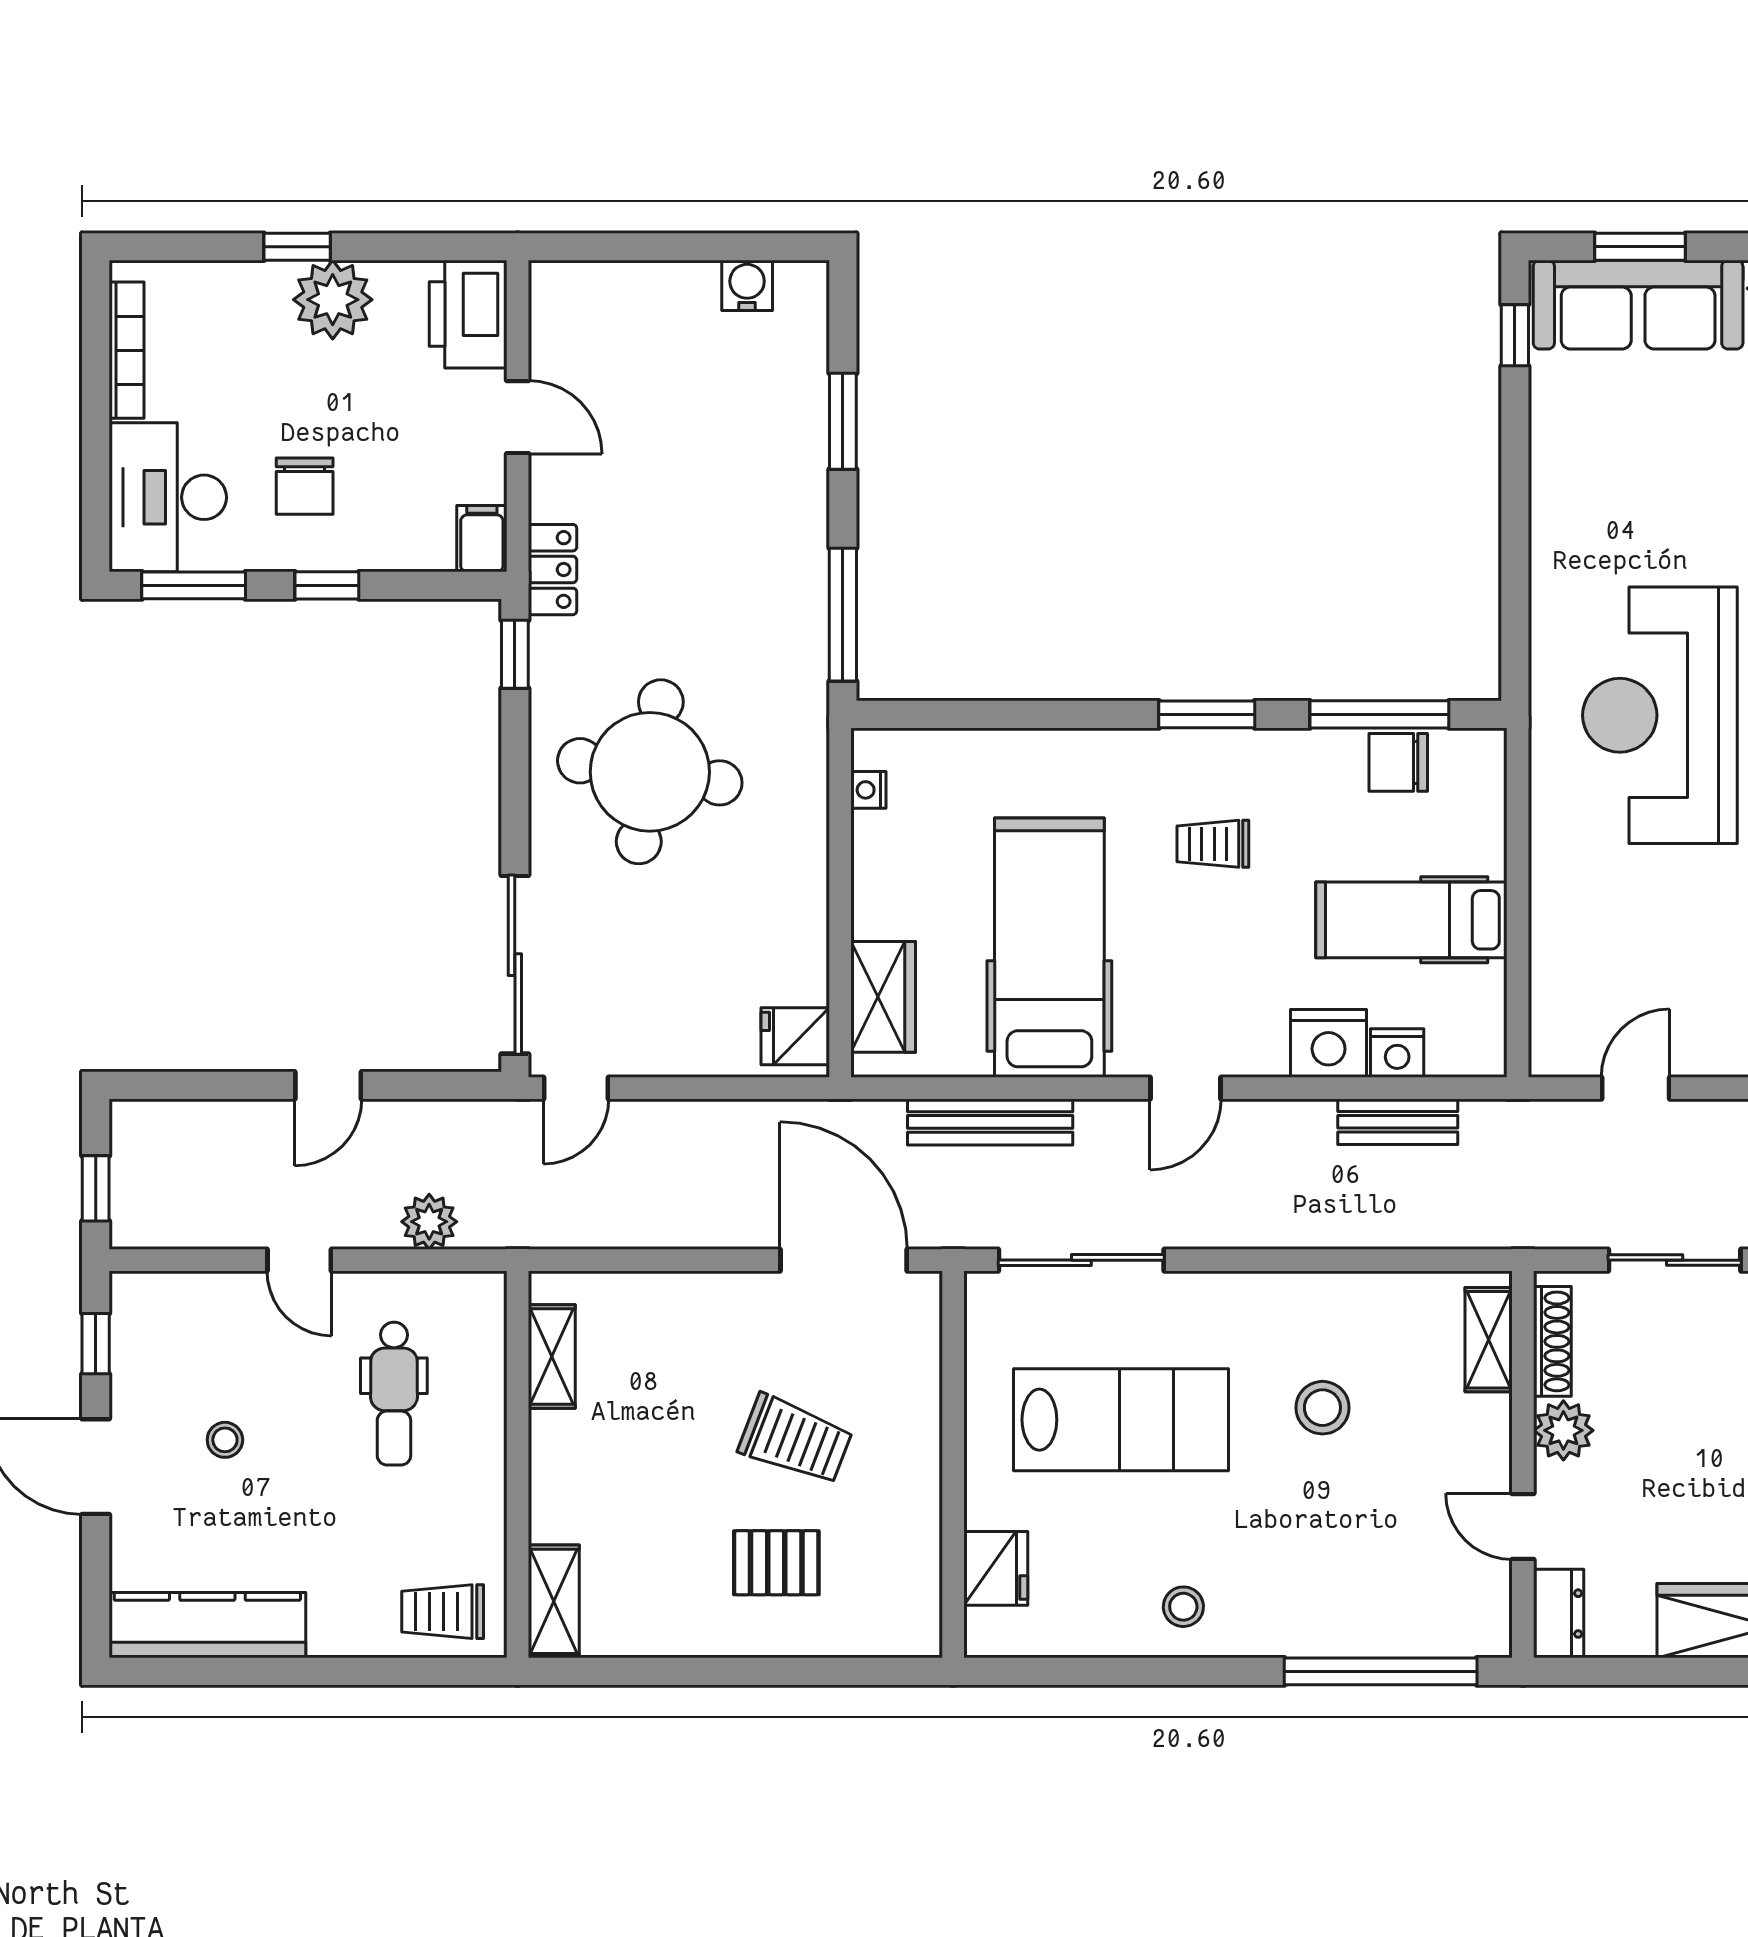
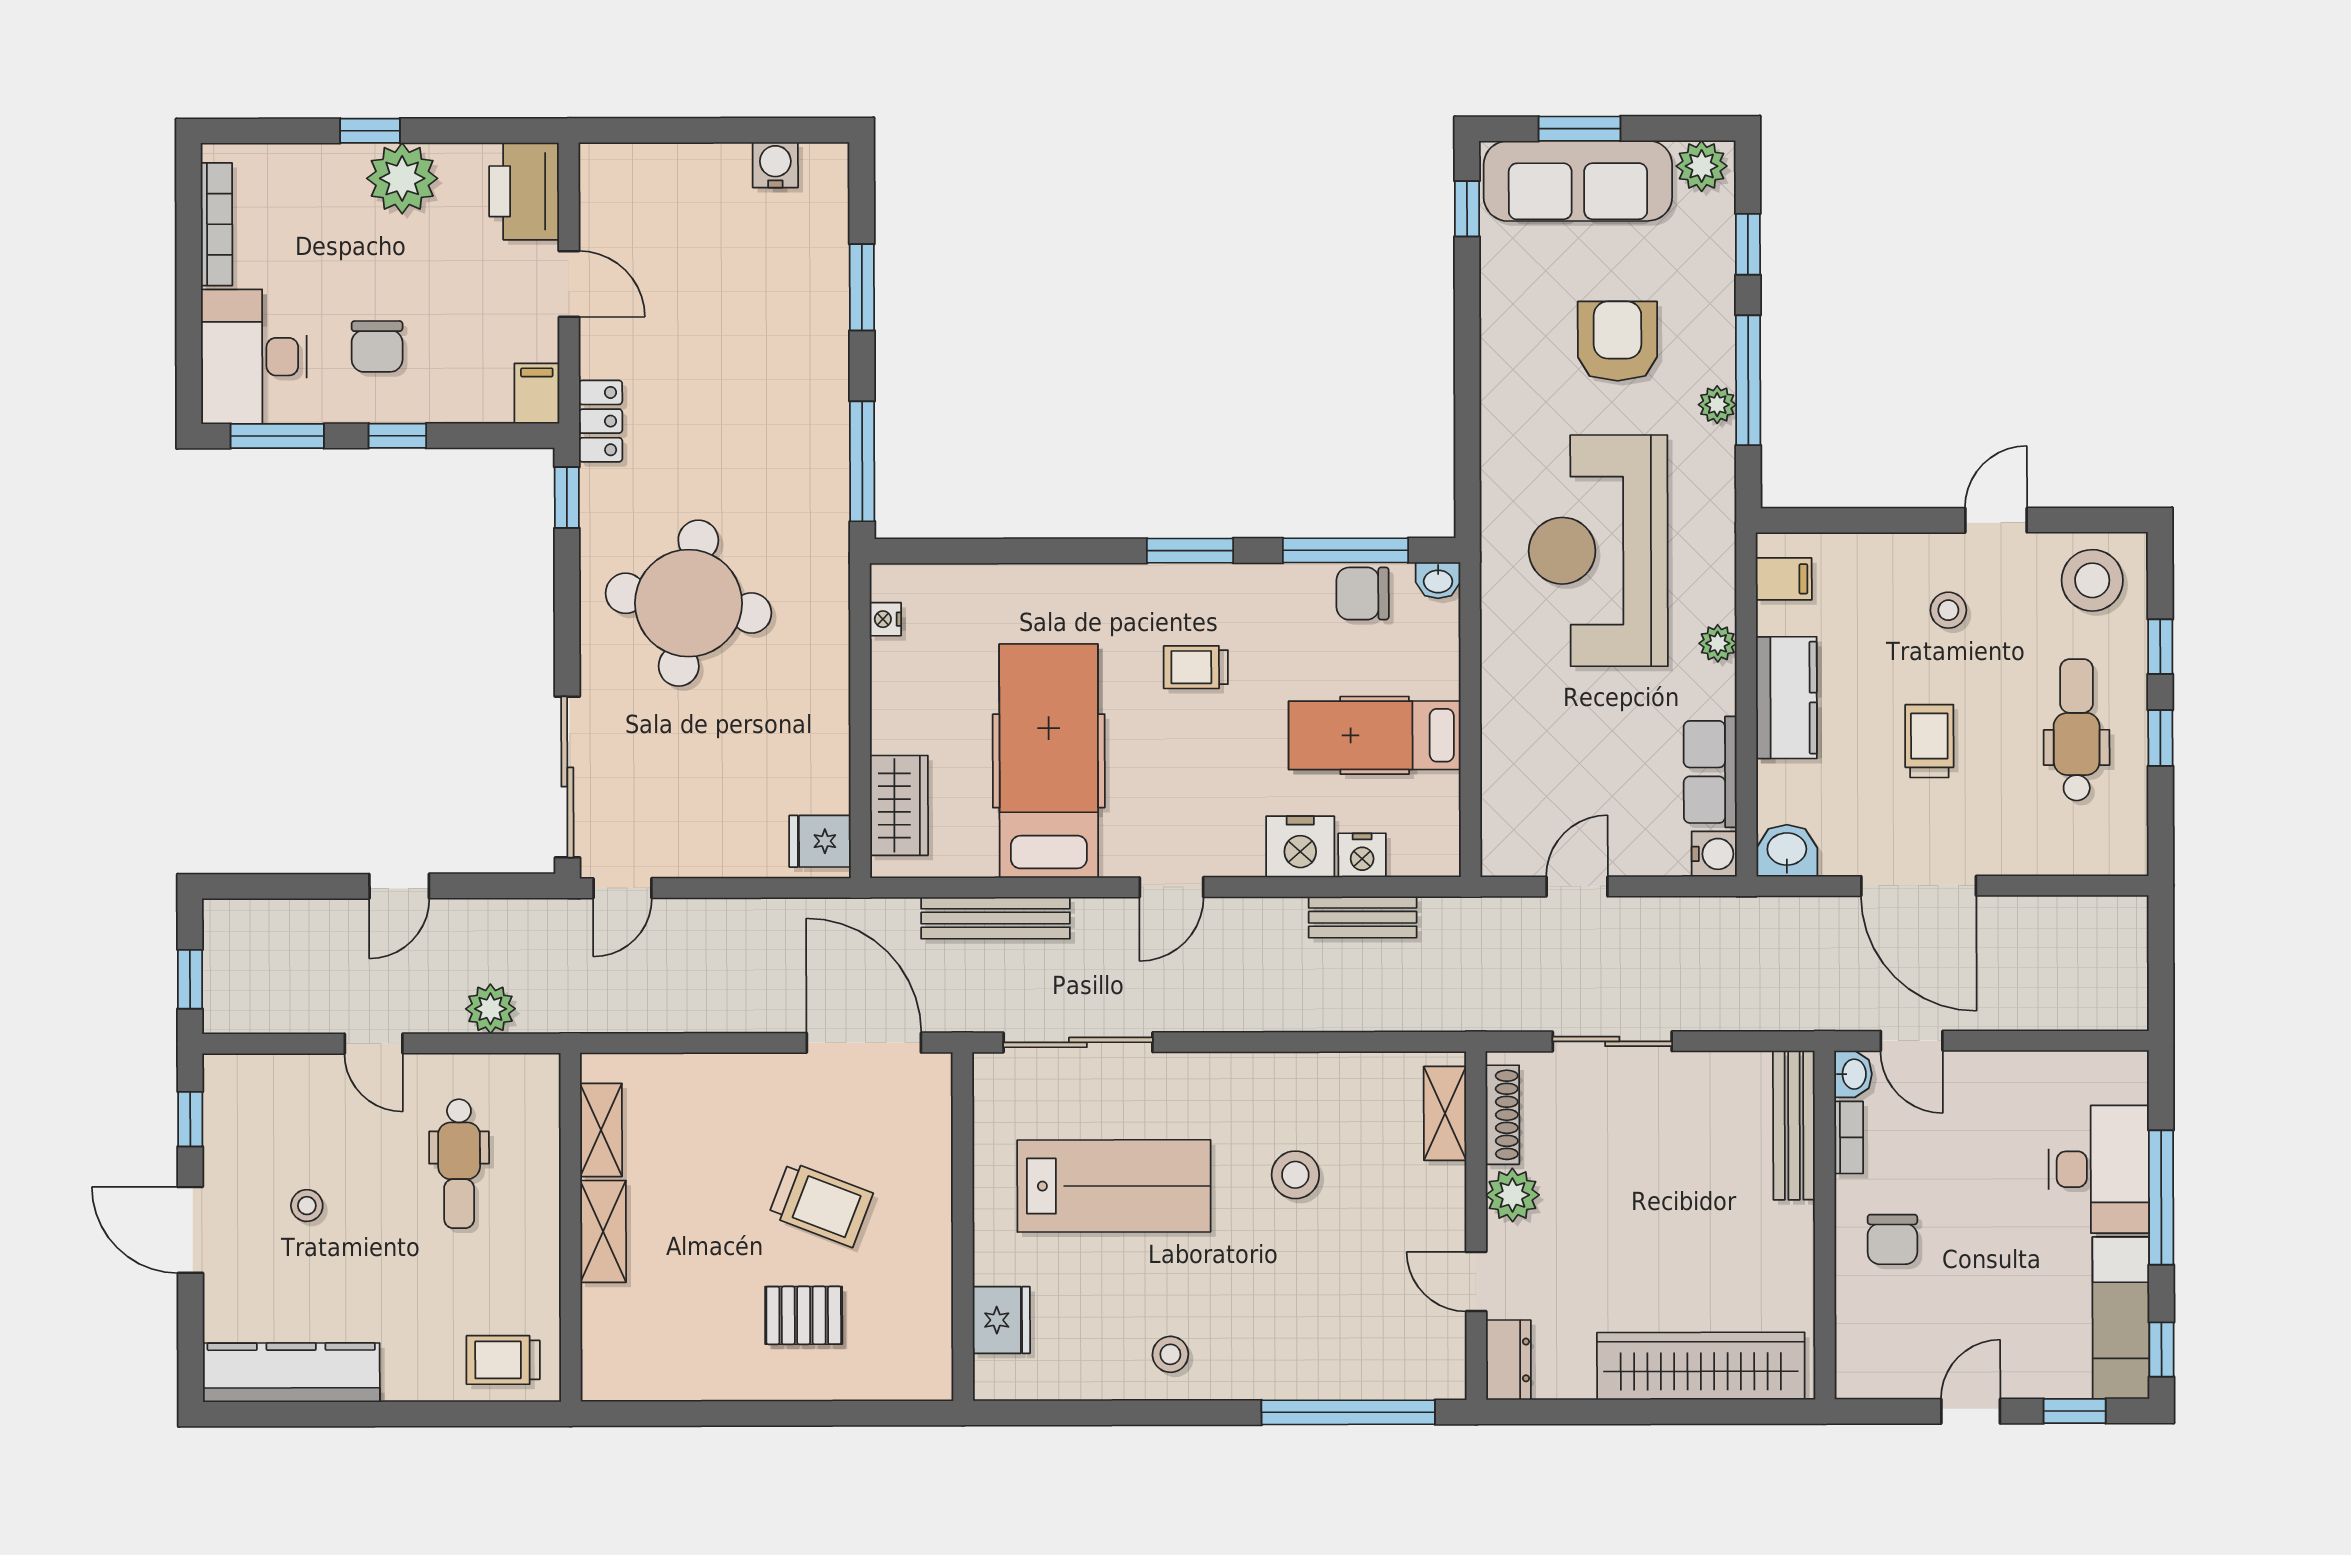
armchair: (1682, 483) -> (1617, 341), added
washbasin: (1482, 748) -> (1438, 580), added
shelving: (554, 1601) -> (603, 1231), moved

